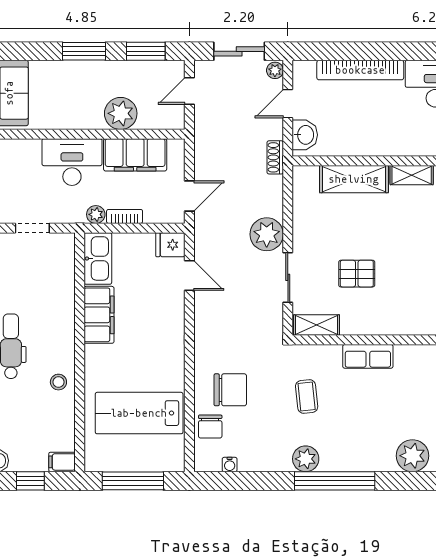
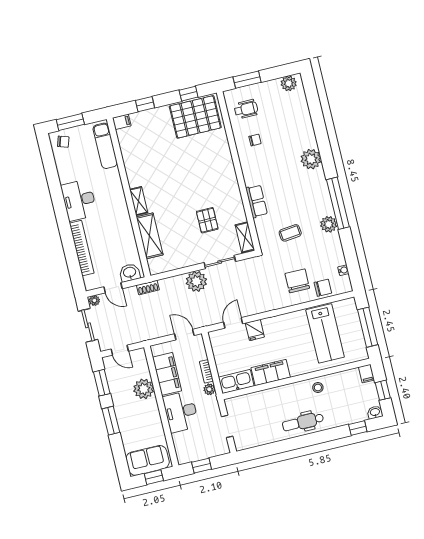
fridge: (170, 245) -> (255, 330), moved

